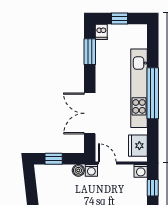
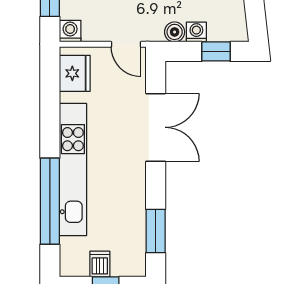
dishwasher: (101, 32) -> (100, 264), moved
window: (153, 93) -> (50, 201), moved
washing machine: (91, 170) -> (196, 32), moved

